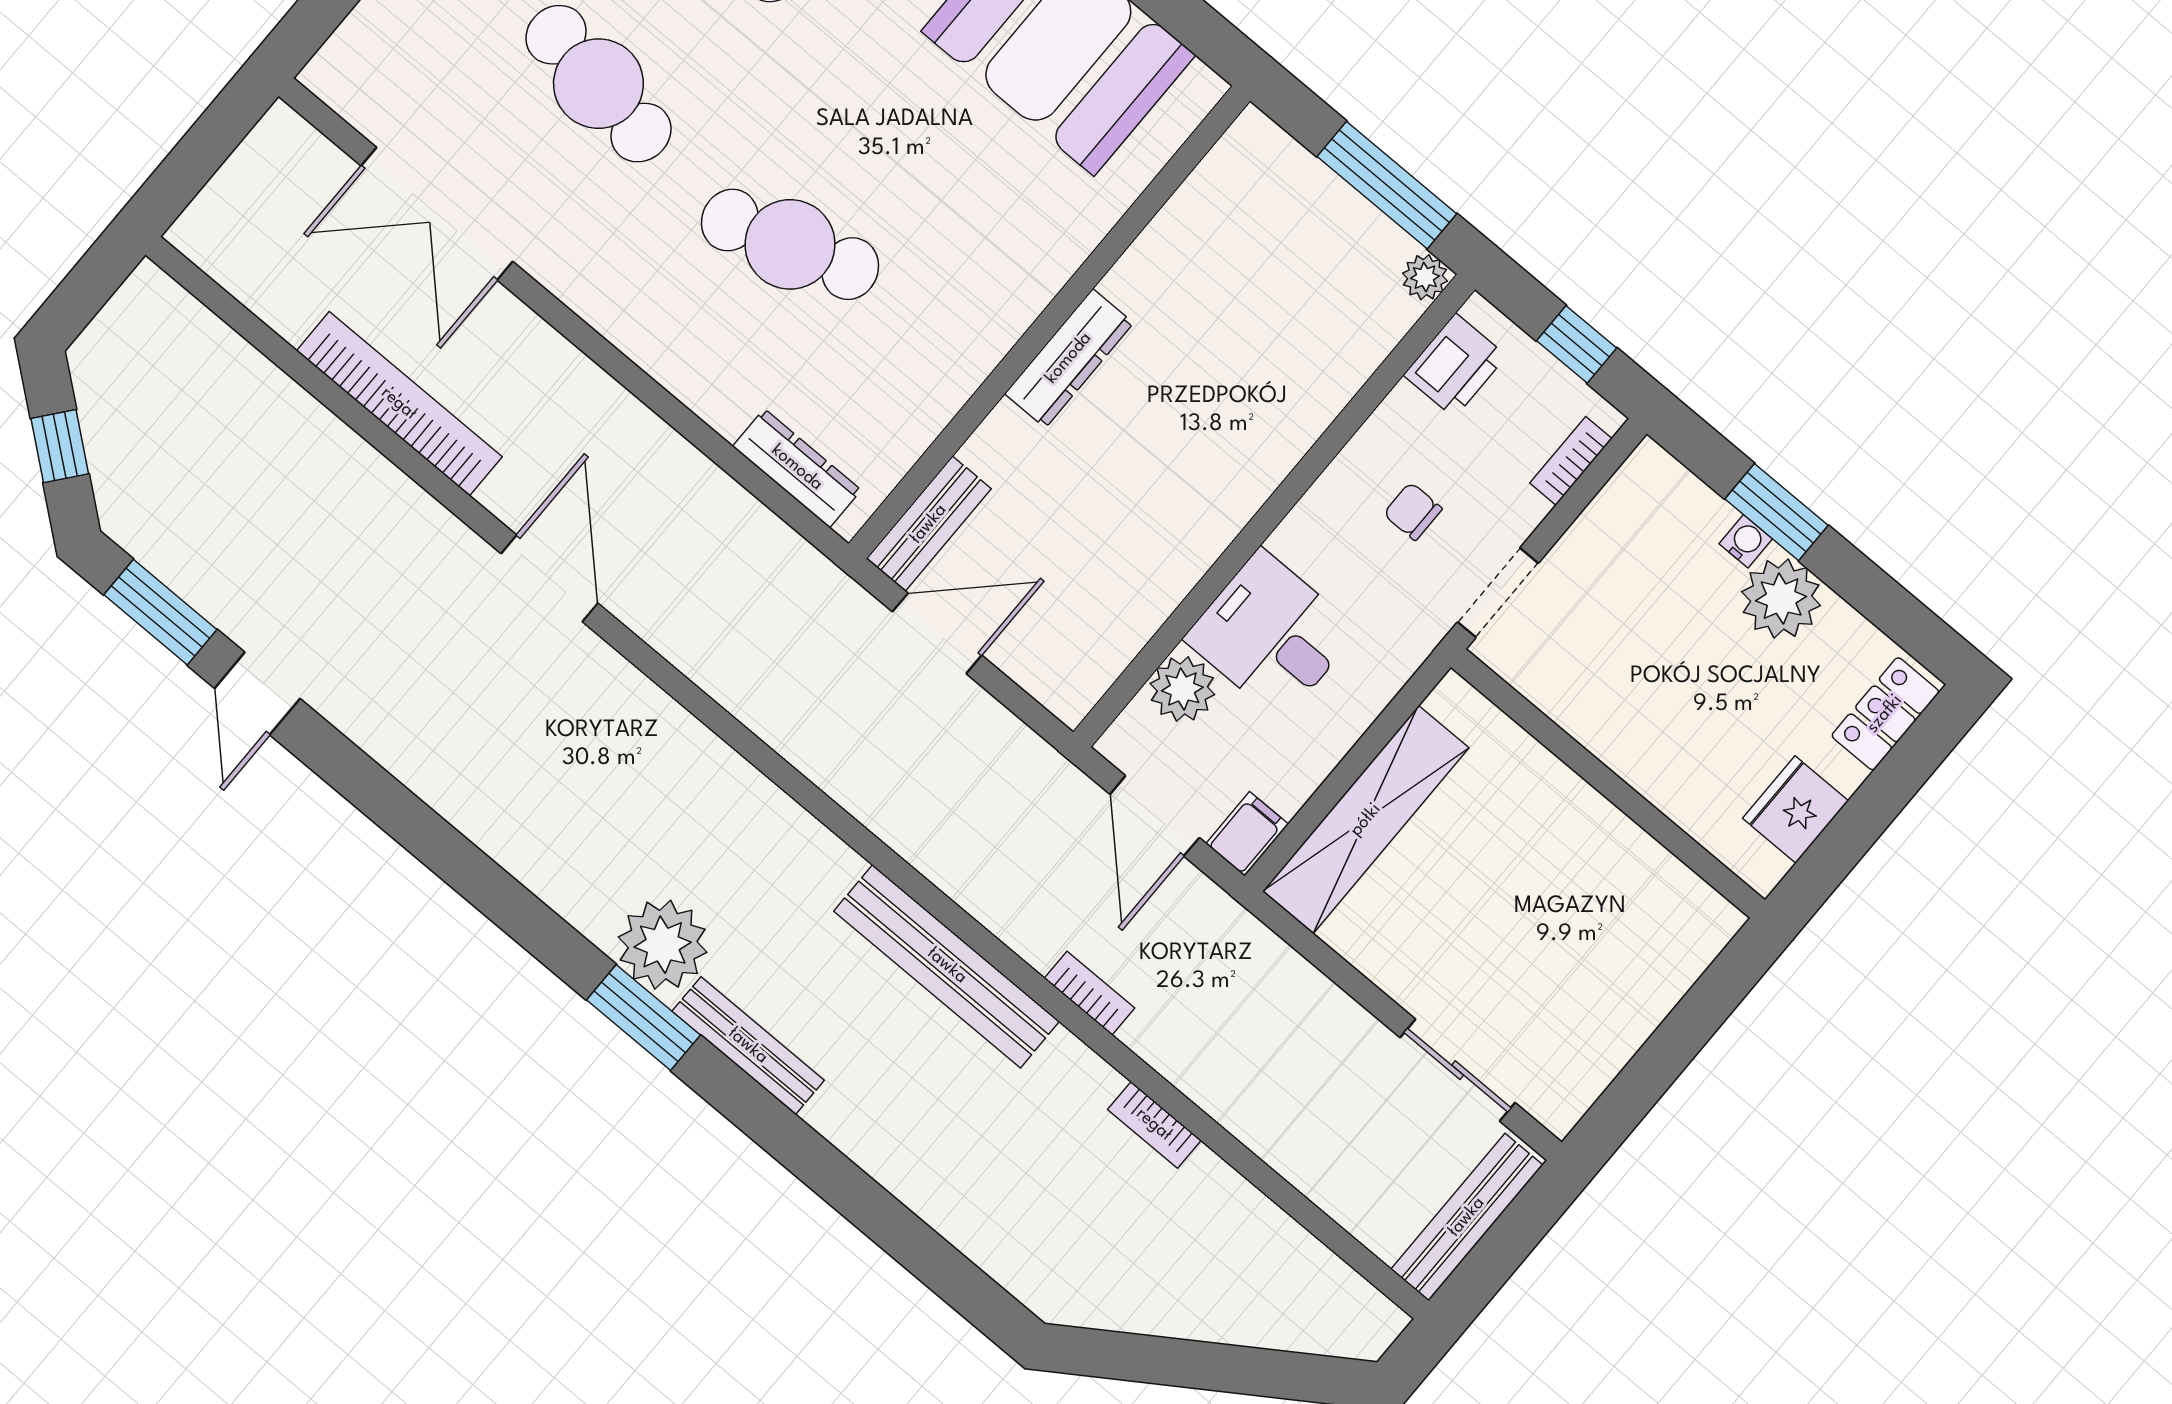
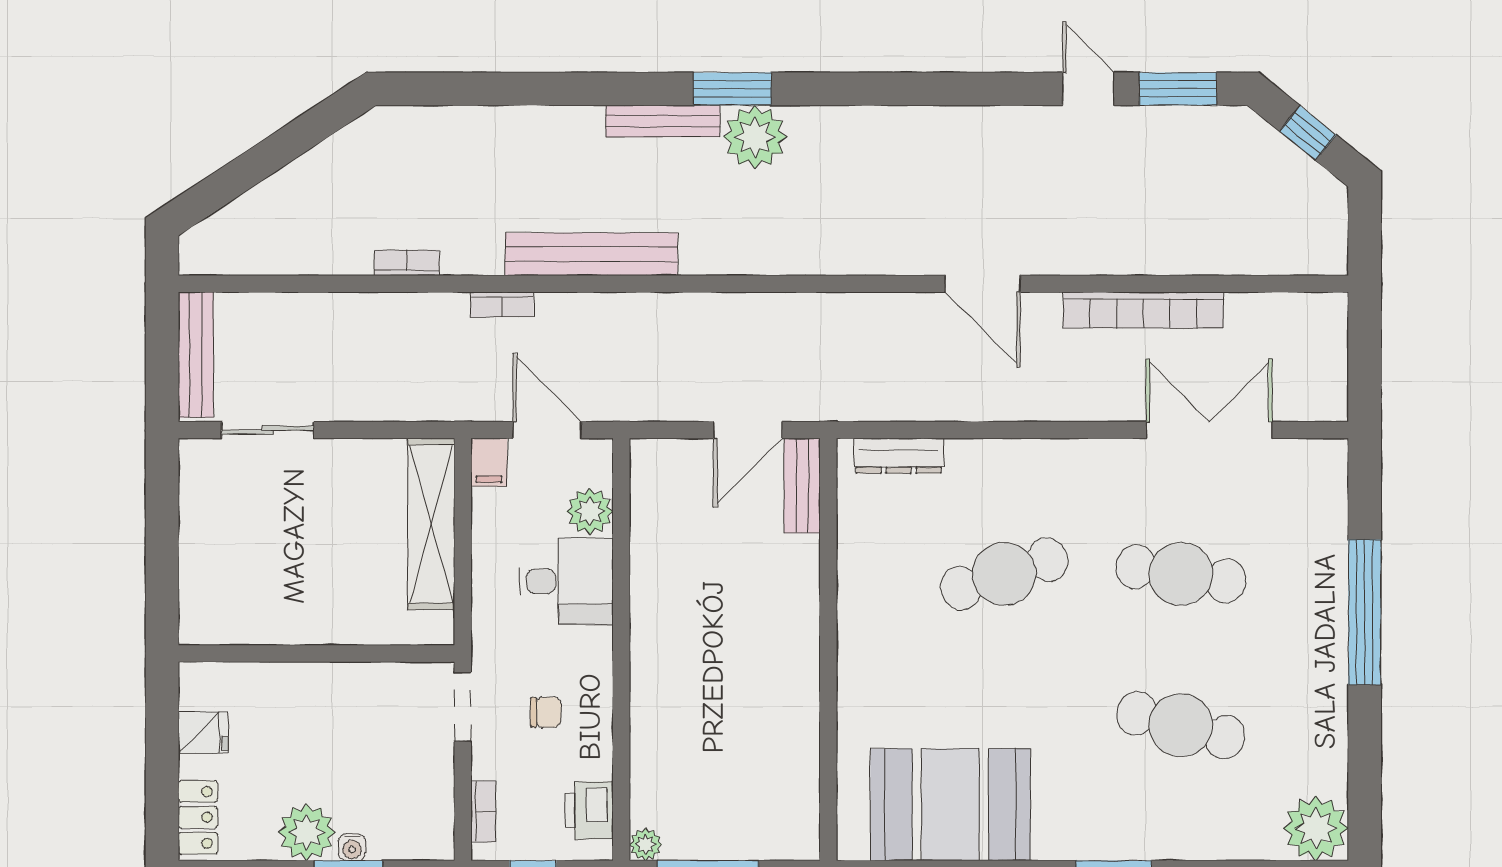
dresser: (1069, 358) -> (801, 639), removed
fridge: (1796, 809) -> (203, 733), width x0.72

